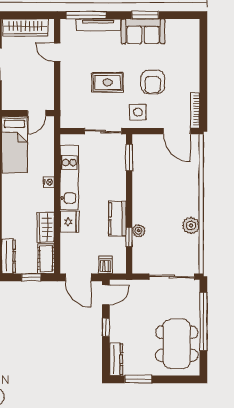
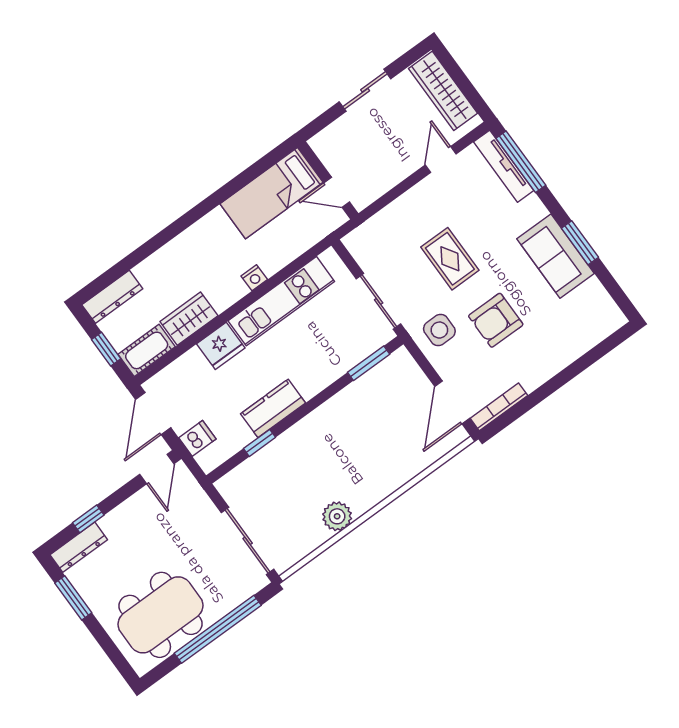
tv unit: (98, 25) -> (504, 166), moved
plant: (139, 231) -> (277, 450), removed
door: (106, 295) -> (157, 469), hinge flipped
window: (106, 327) -> (88, 519), moved

